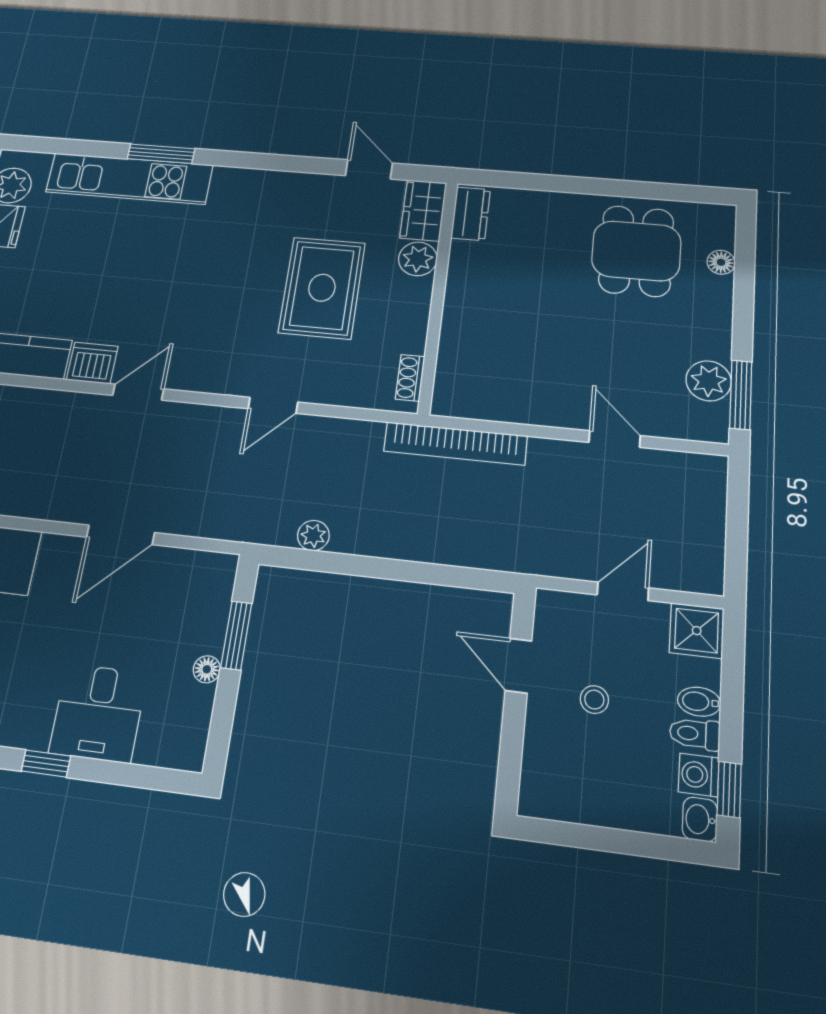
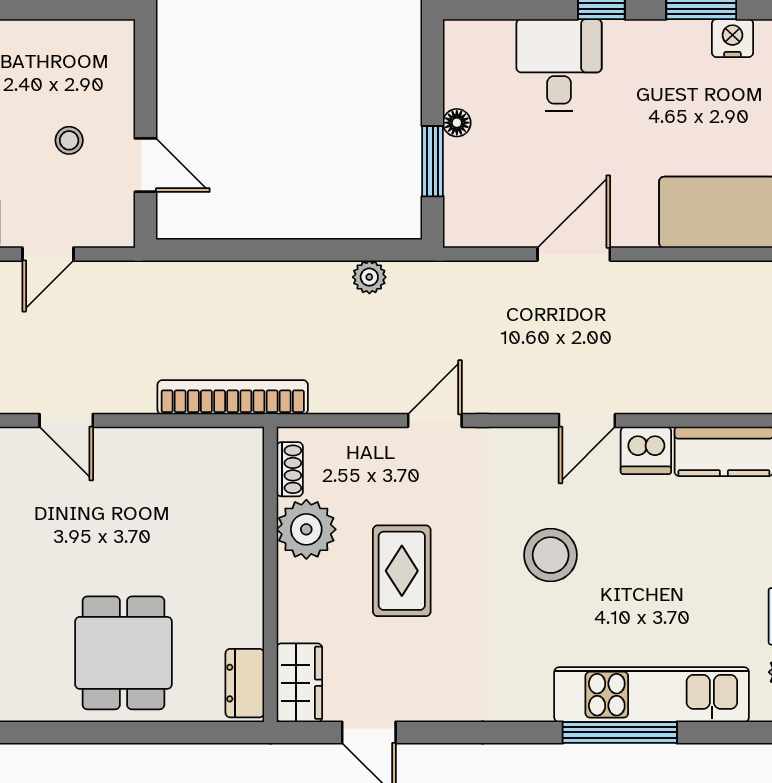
window: (161, 154) -> (620, 732), width x1.44
dining table: (636, 251) -> (123, 653), moved
plant: (418, 259) -> (306, 529), moved, width x1.36, depth x1.36
rug: (322, 288) -> (402, 571), width x0.73, depth x0.70
stool: (191, 289) -> (551, 555), added

